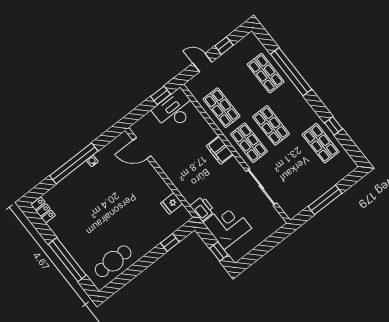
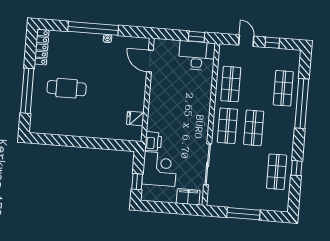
filing cabinet: (220, 150) -> (188, 197), moved, turned 90
locker: (43, 210) -> (42, 47), width x1.53
window: (170, 242) -> (109, 144), removed
cafe table: (113, 261) -> (67, 88), moved

